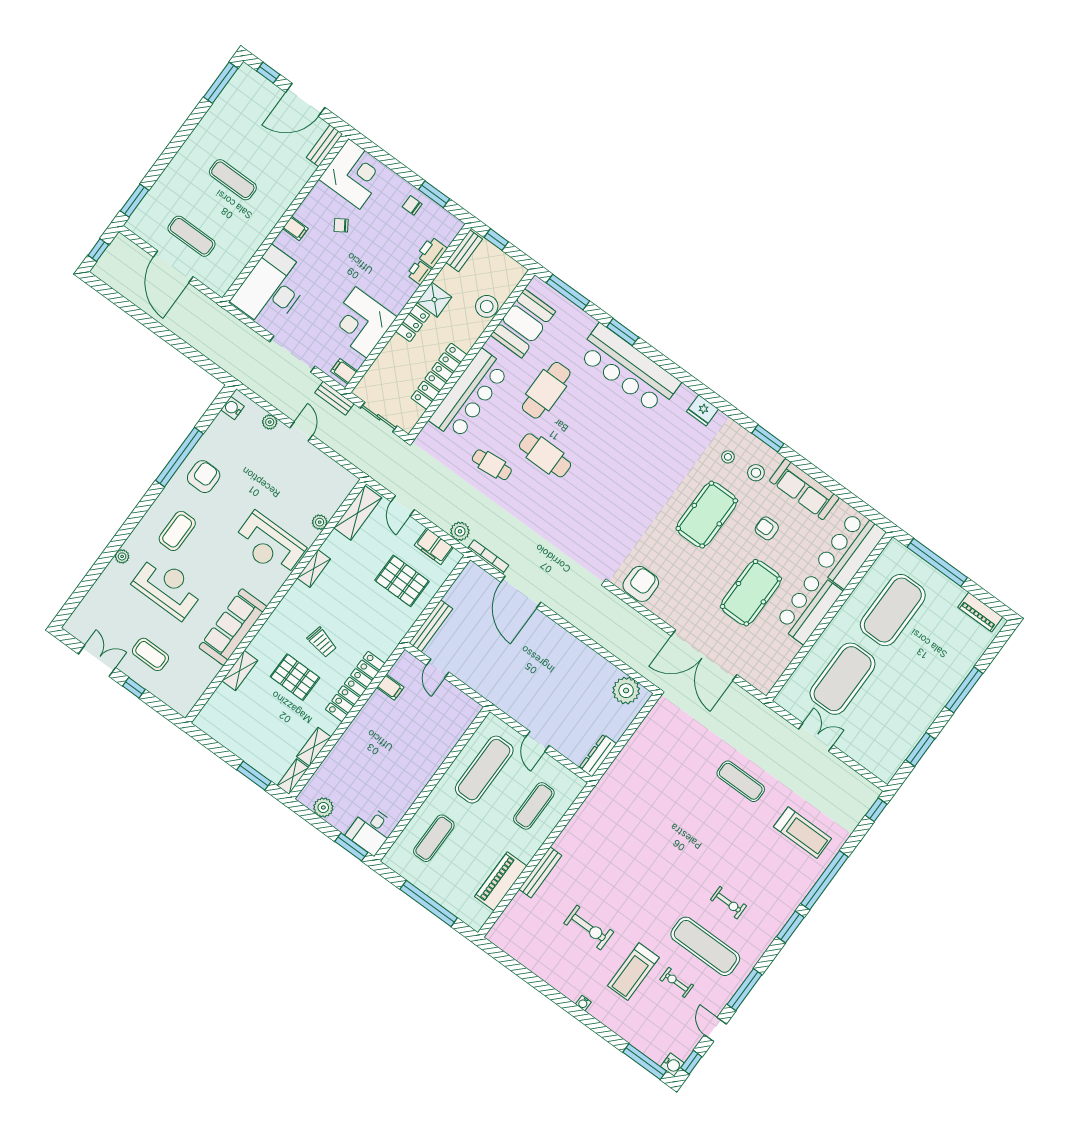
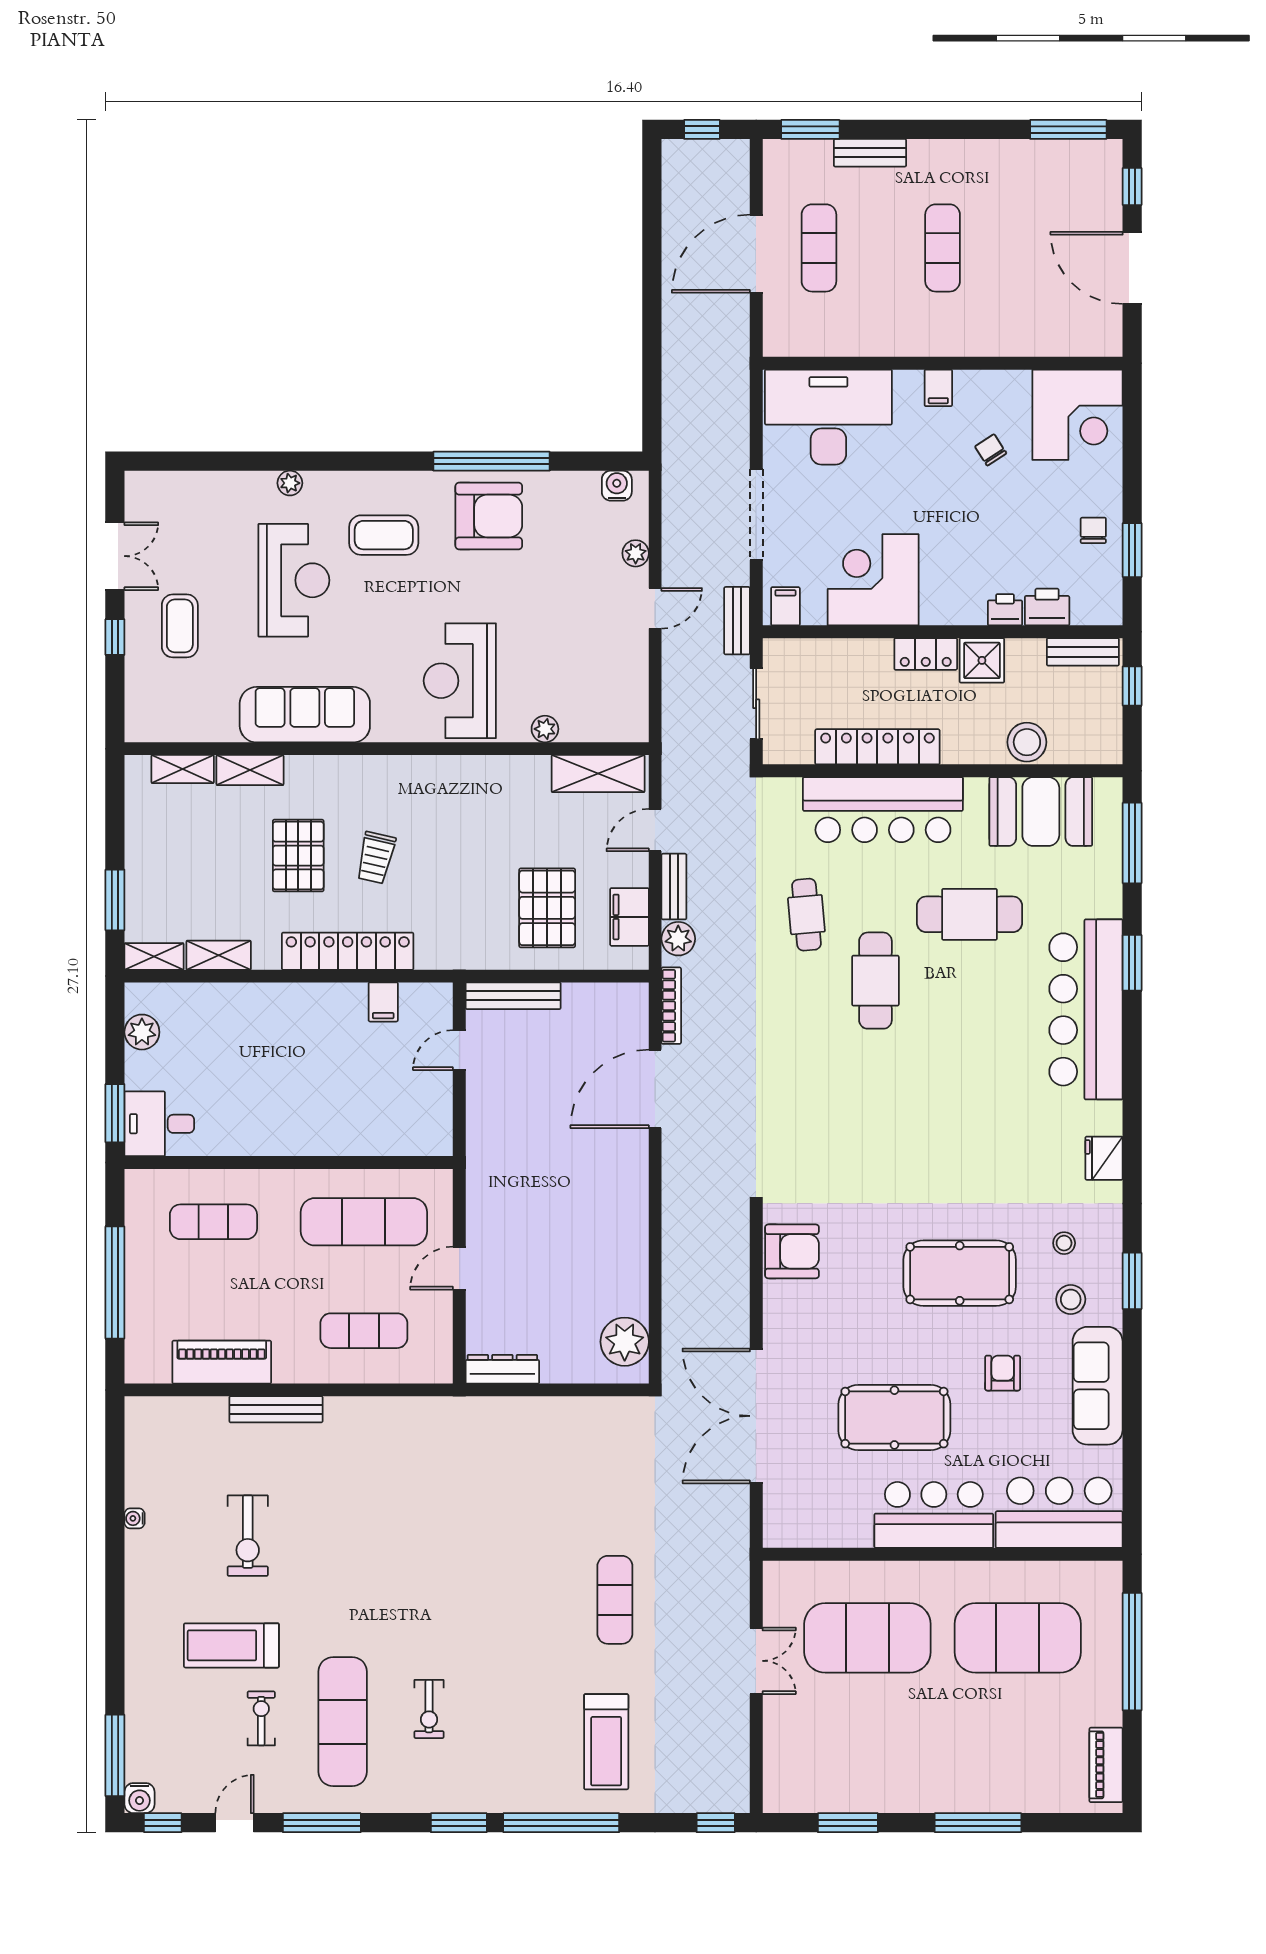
bench: (324, 146) -> (870, 153), moved
armchair: (204, 477) -> (489, 516), width x1.36, depth x1.36
bench: (435, 516) -> (674, 887), added
shelving: (314, 569) -> (183, 769), moved
water cooler: (583, 1003) -> (135, 1518), moved

